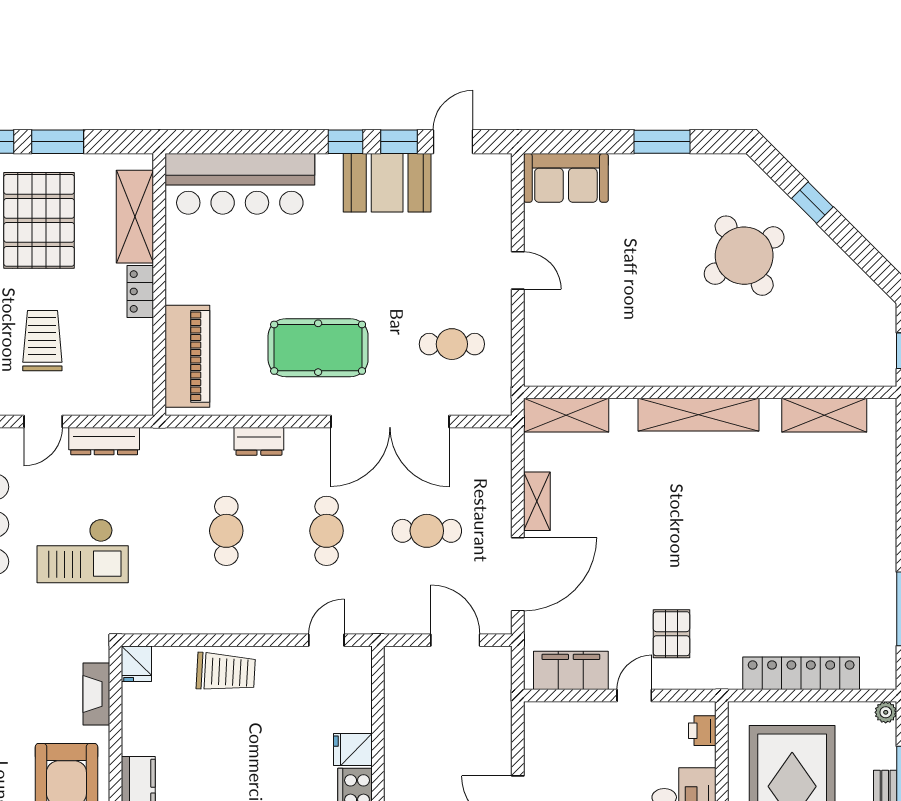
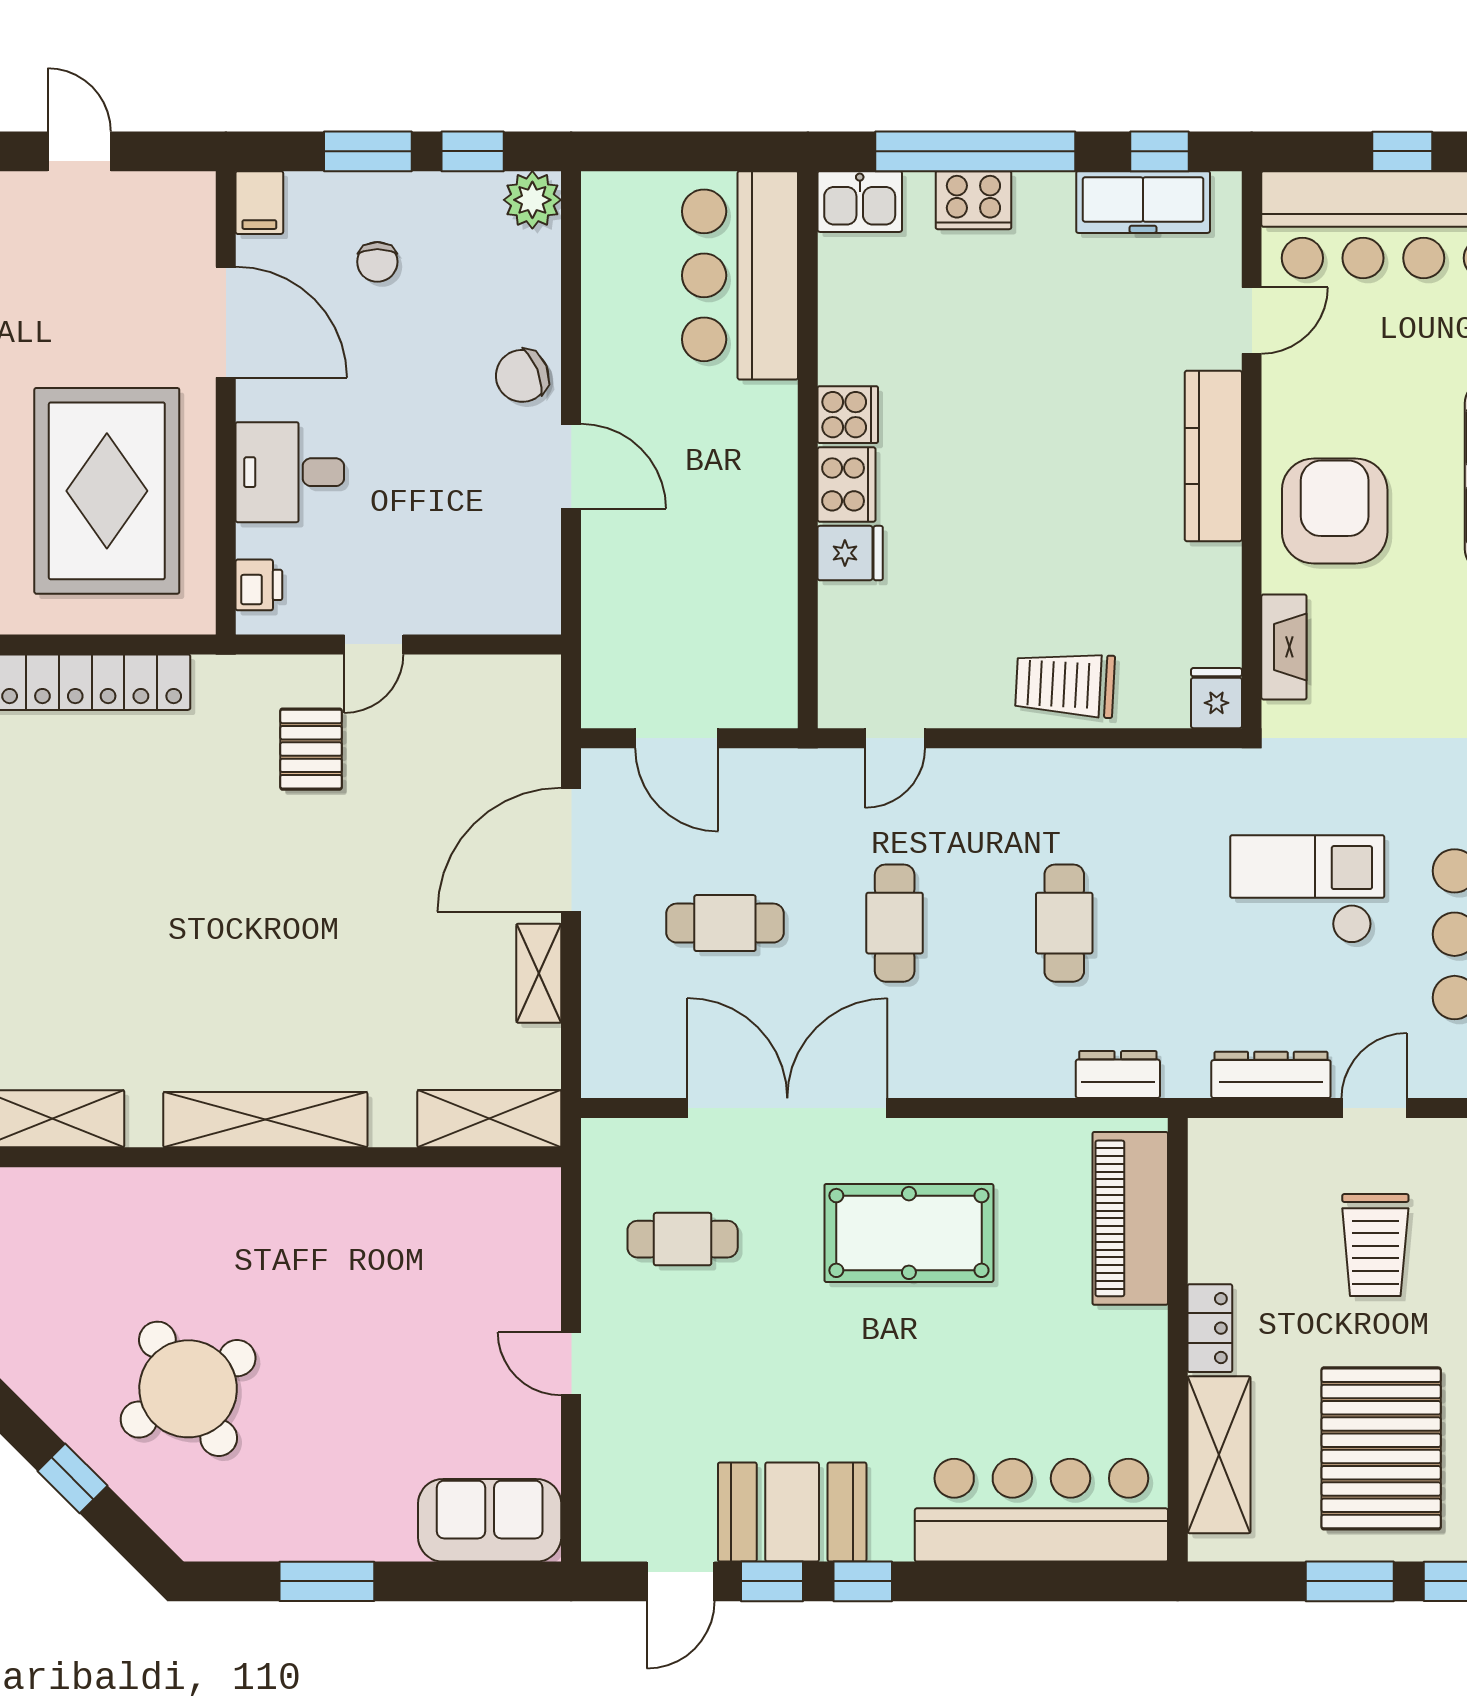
dresser: (259, 441) -> (1118, 1075), moved
filing cabinet: (571, 670) -> (481, 687), removed

